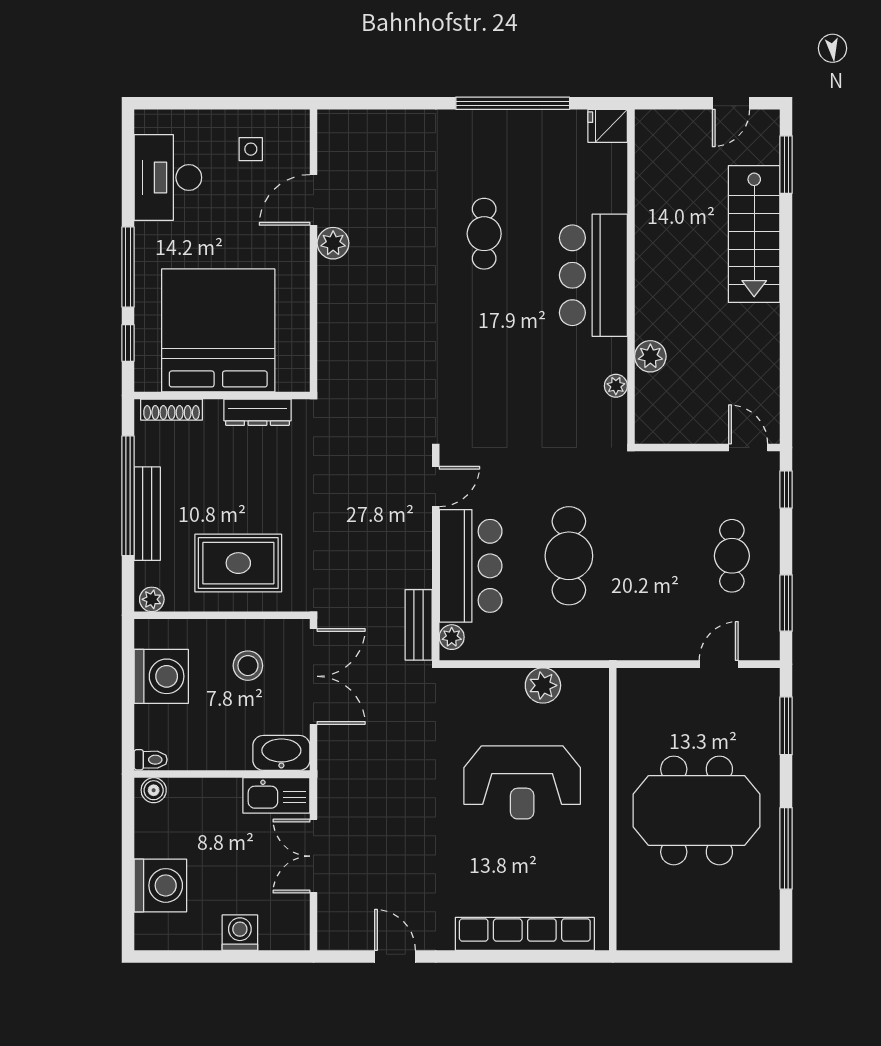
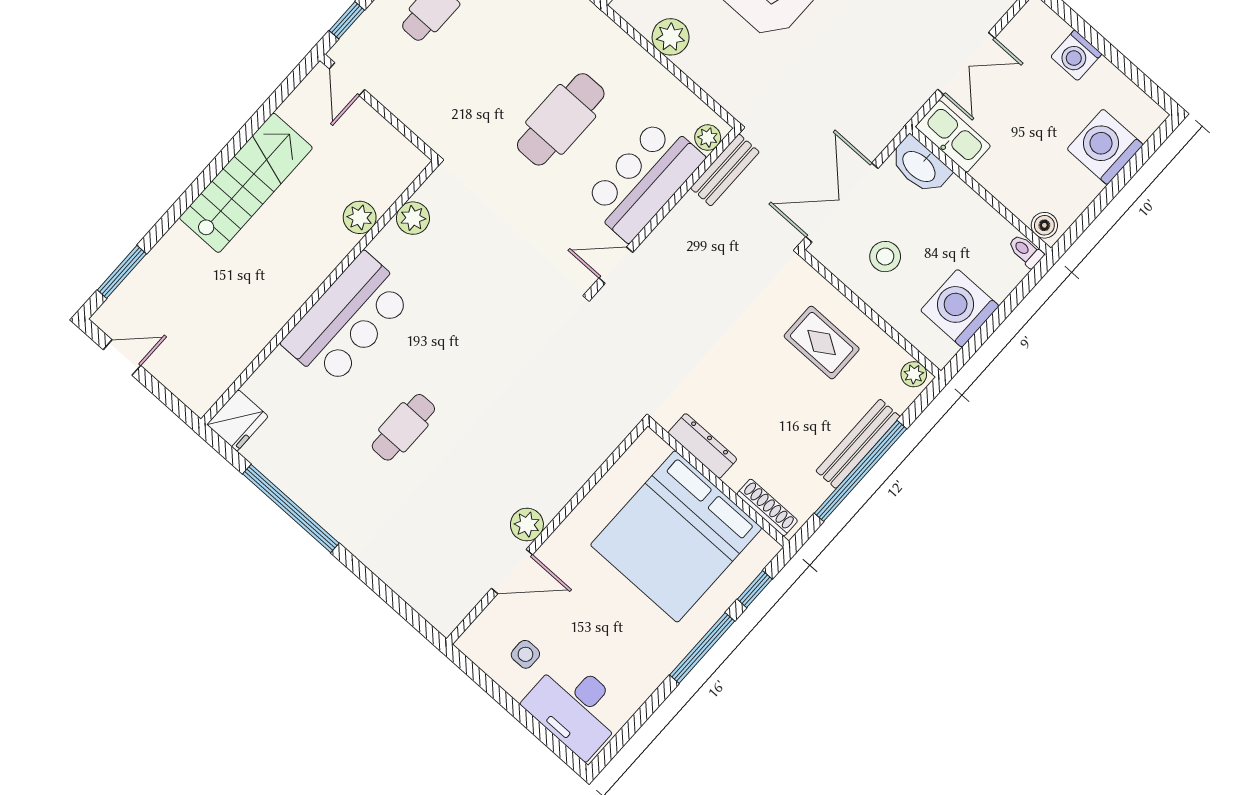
fridge: (608, 126) -> (238, 420), width x1.38
desk: (168, 178) -> (576, 708), moved, turned 90
stairs: (754, 234) -> (246, 183), moved
plant: (616, 386) -> (413, 218), width x1.38, depth x1.38
rug: (238, 563) -> (822, 343), width x0.73, depth x0.70

